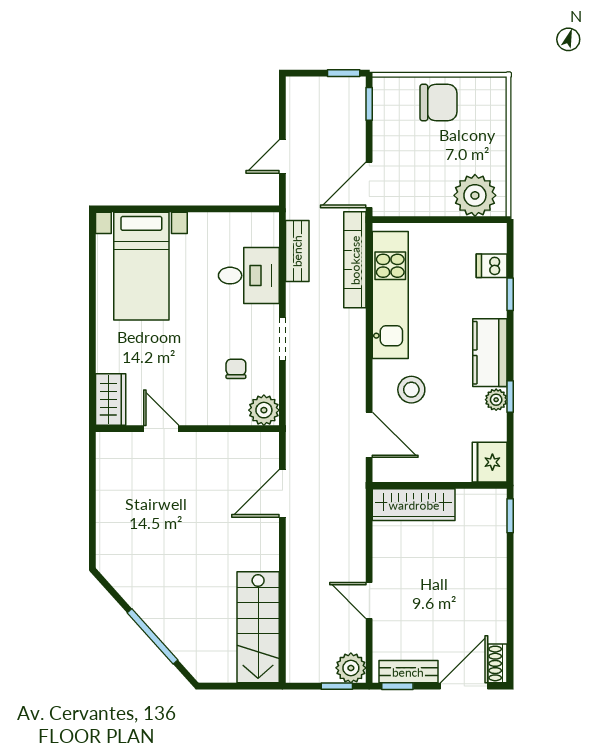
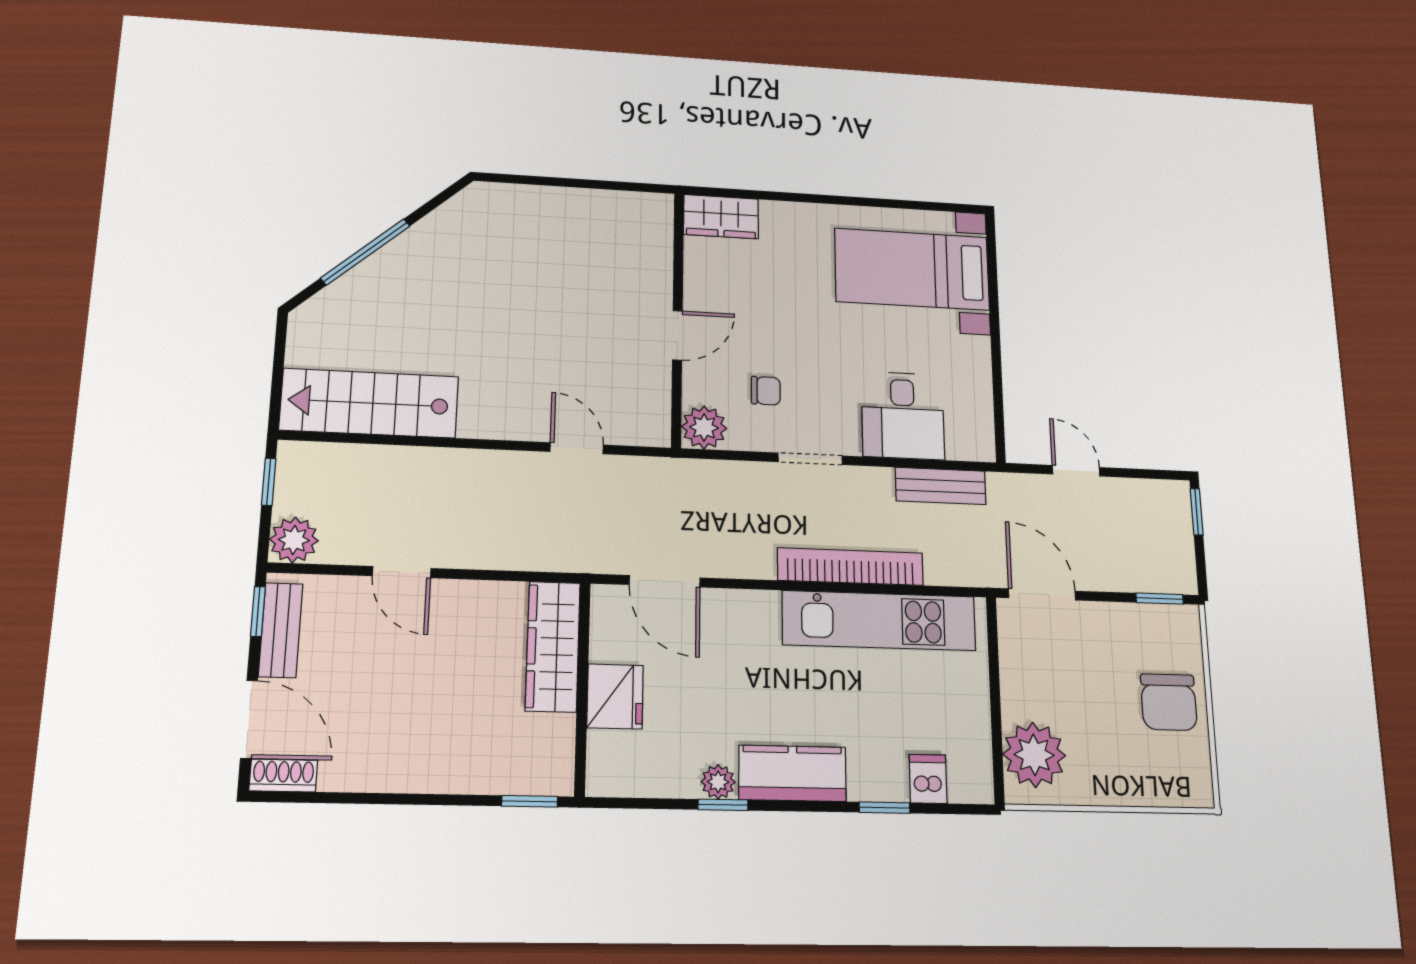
window: (344, 73) -> (1197, 512), moved
bookcase: (355, 260) -> (850, 567), moved
stool: (411, 390) -> (734, 648), removed
door: (161, 429) -> (677, 335), moved
door: (369, 435) -> (665, 581), hinge flipped
fridge: (490, 462) -> (615, 696), moved, turned 90
door: (282, 493) -> (577, 448), width x0.73
door: (369, 601) -> (402, 572), swing flipped
window: (337, 686) -> (269, 482), moved

